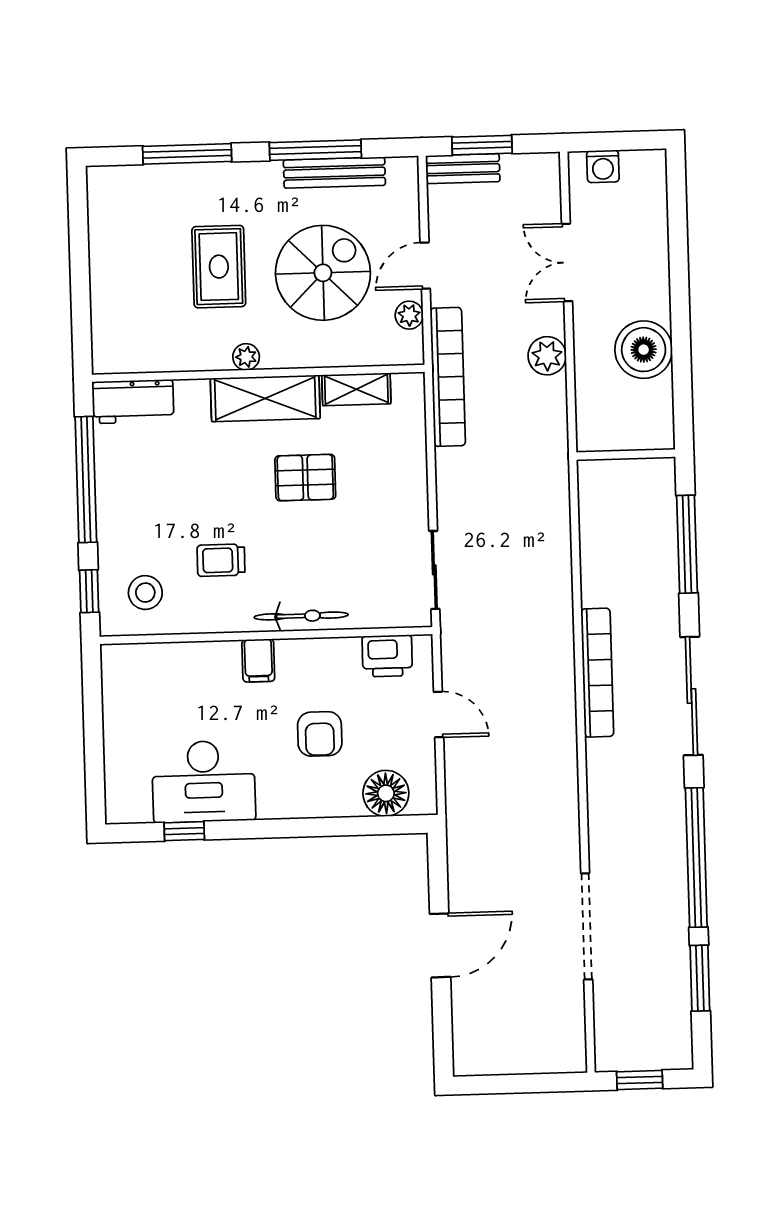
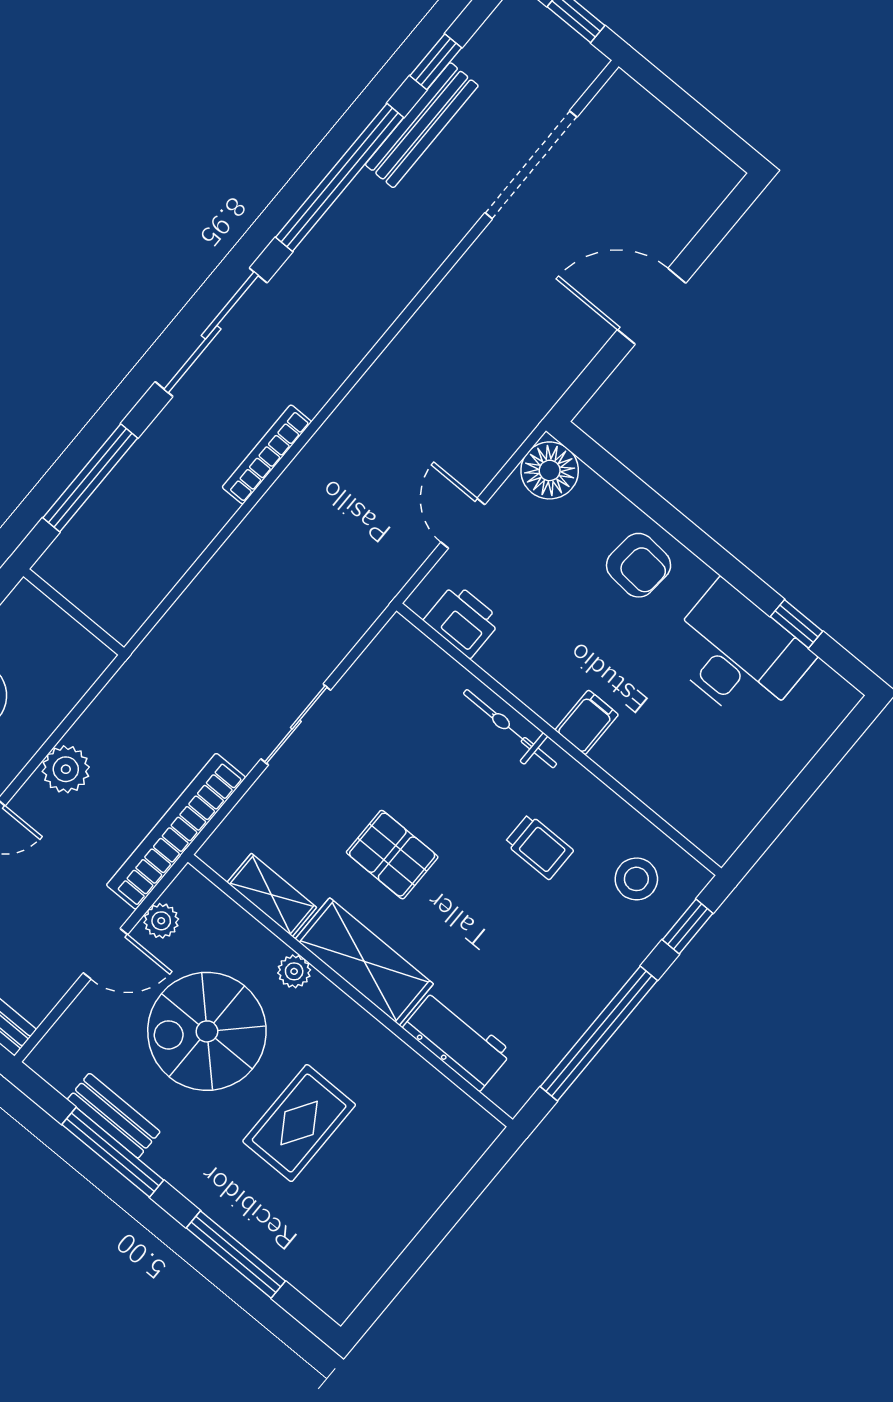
bench: (334, 173) -> (114, 1116), width x0.73
plant: (246, 357) -> (294, 971), moved
workbench: (133, 402) -> (457, 1040), moved
sliding door: (434, 570) -> (296, 725), moved
bookcase: (597, 673) -> (267, 454), width x0.68, depth x0.76
armchair: (320, 734) -> (639, 565), moved, turned 95
floor lamp: (386, 793) -> (550, 470), moved
doorway: (587, 926) -> (531, 165), moved
bench: (675, 932) -> (422, 125), added
window: (700, 978) -> (436, 62), width x0.67

